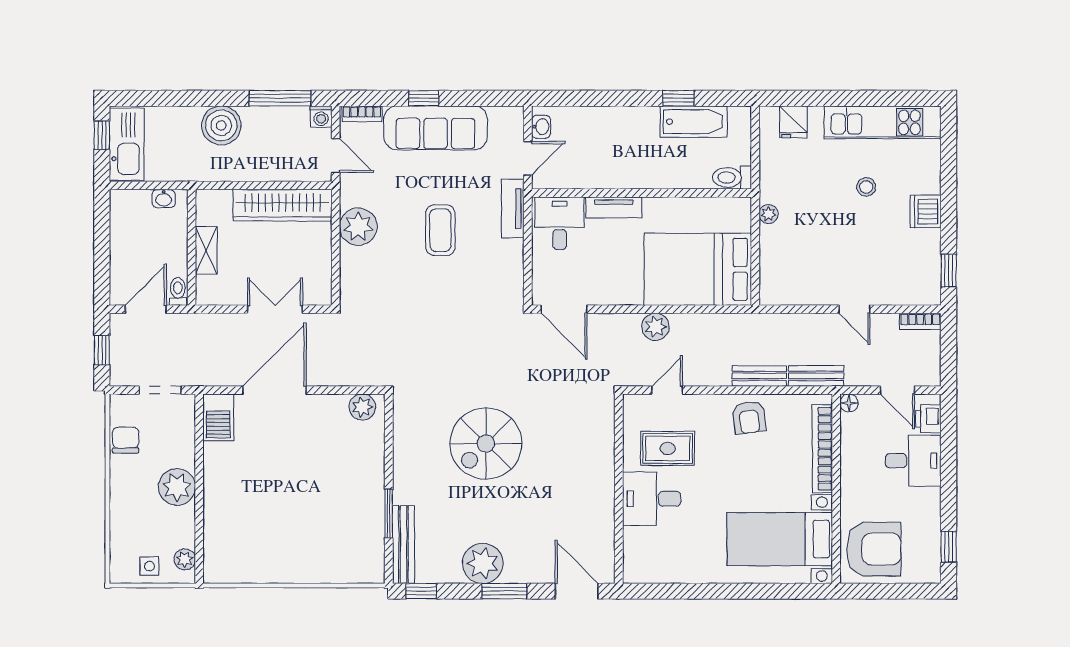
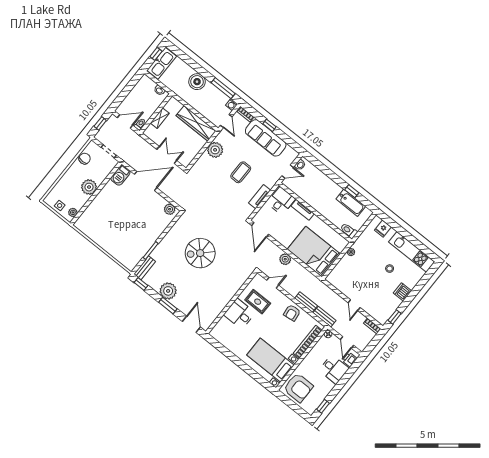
tv unit: (513, 208) -> (260, 197), moved
bench: (403, 544) -> (145, 268), width x0.73

